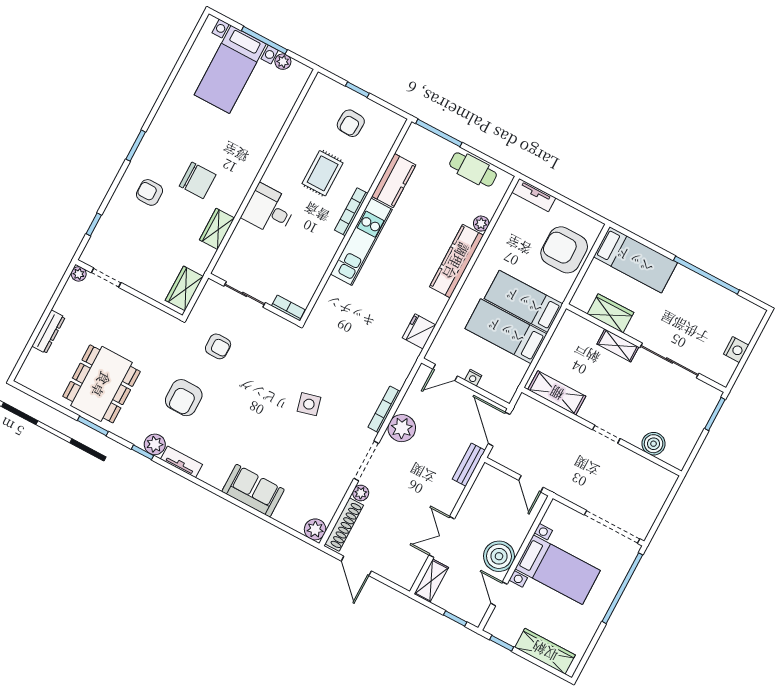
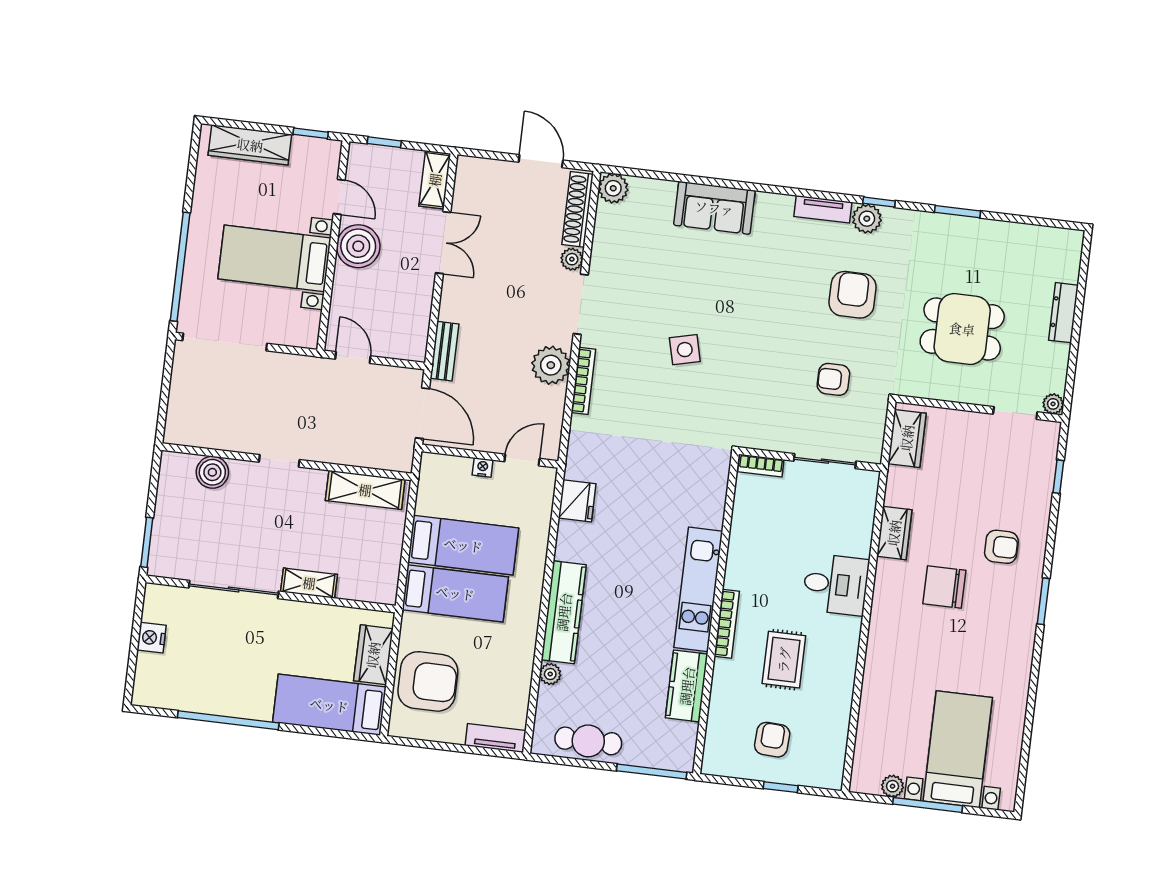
wardrobe: (611, 313) -> (373, 655), moved, turned 90
dining table: (101, 384) -> (962, 329), moved, width x0.73

